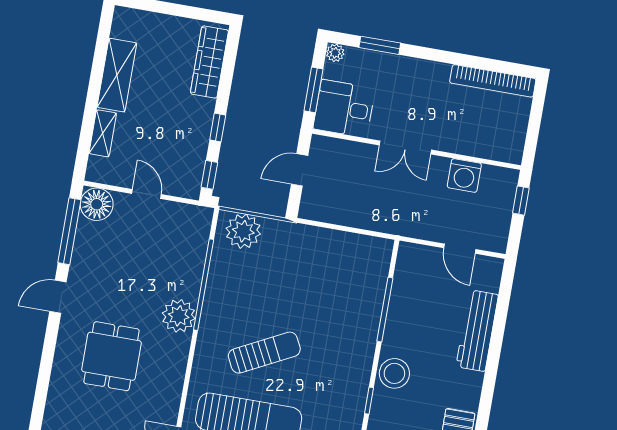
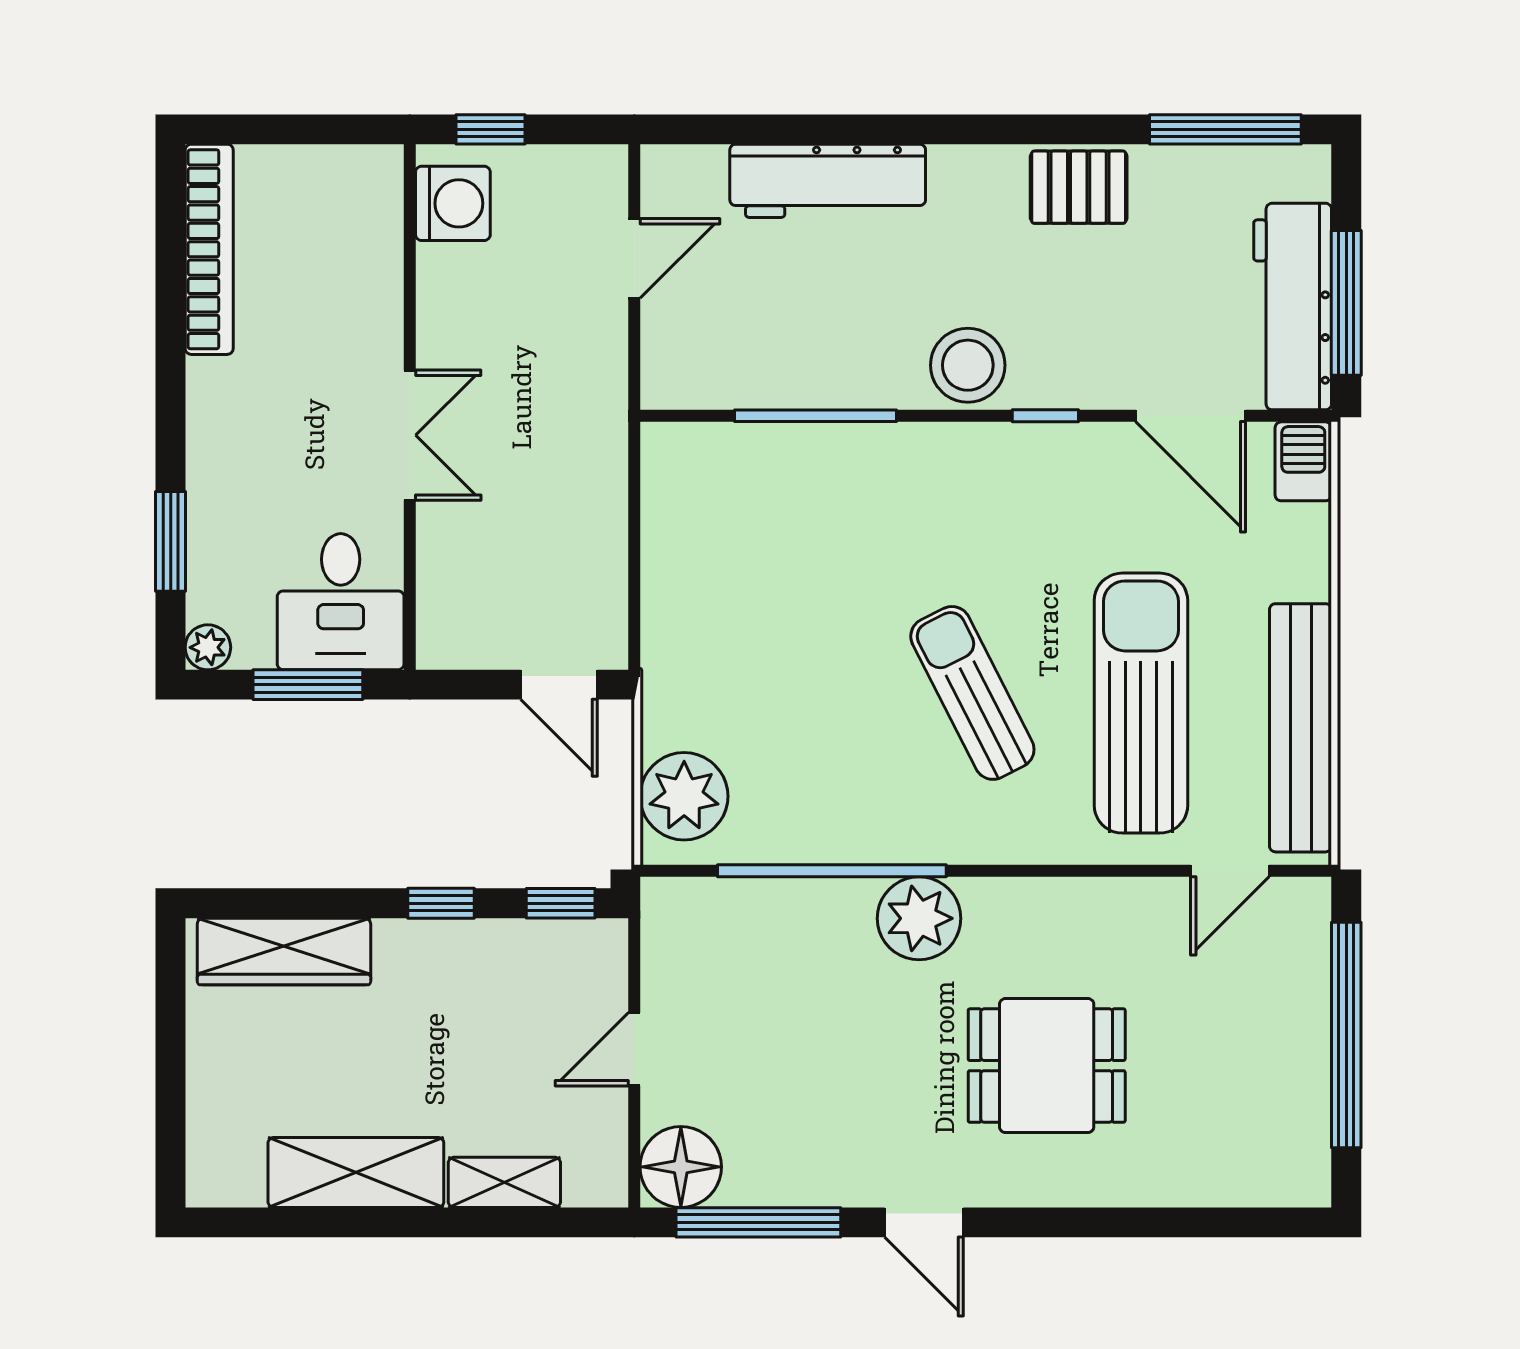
door: (300, 170) -> (559, 685), moved
washing machine: (464, 175) -> (453, 203), moved

